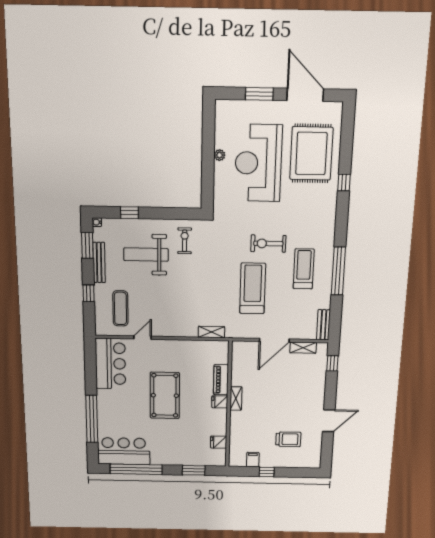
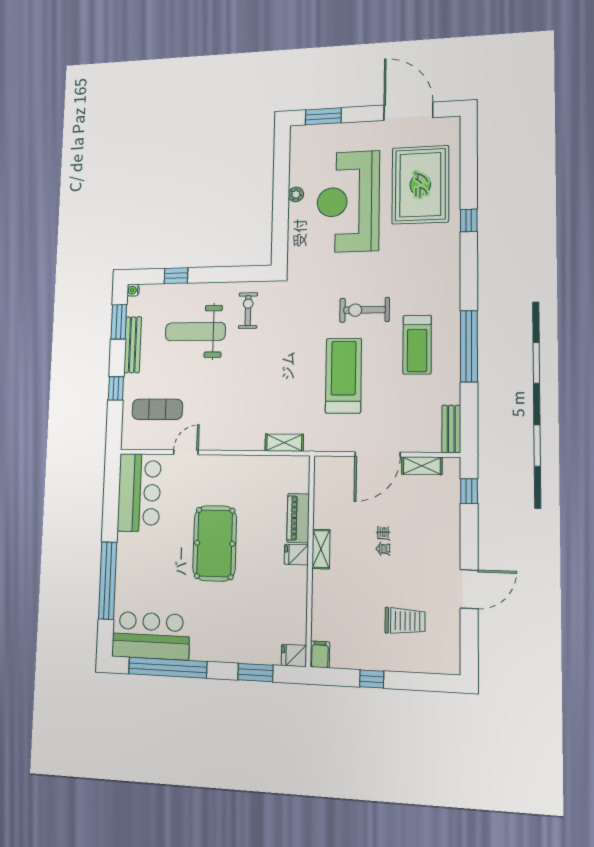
window: (259, 94) -> (323, 116), moved
treadmill: (304, 269) -> (417, 345), turned 180
exercise mat: (120, 308) -> (157, 409), turned 90
fridge: (219, 442) -> (294, 655), moved
filing cabinet: (253, 460) -> (320, 654), moved

